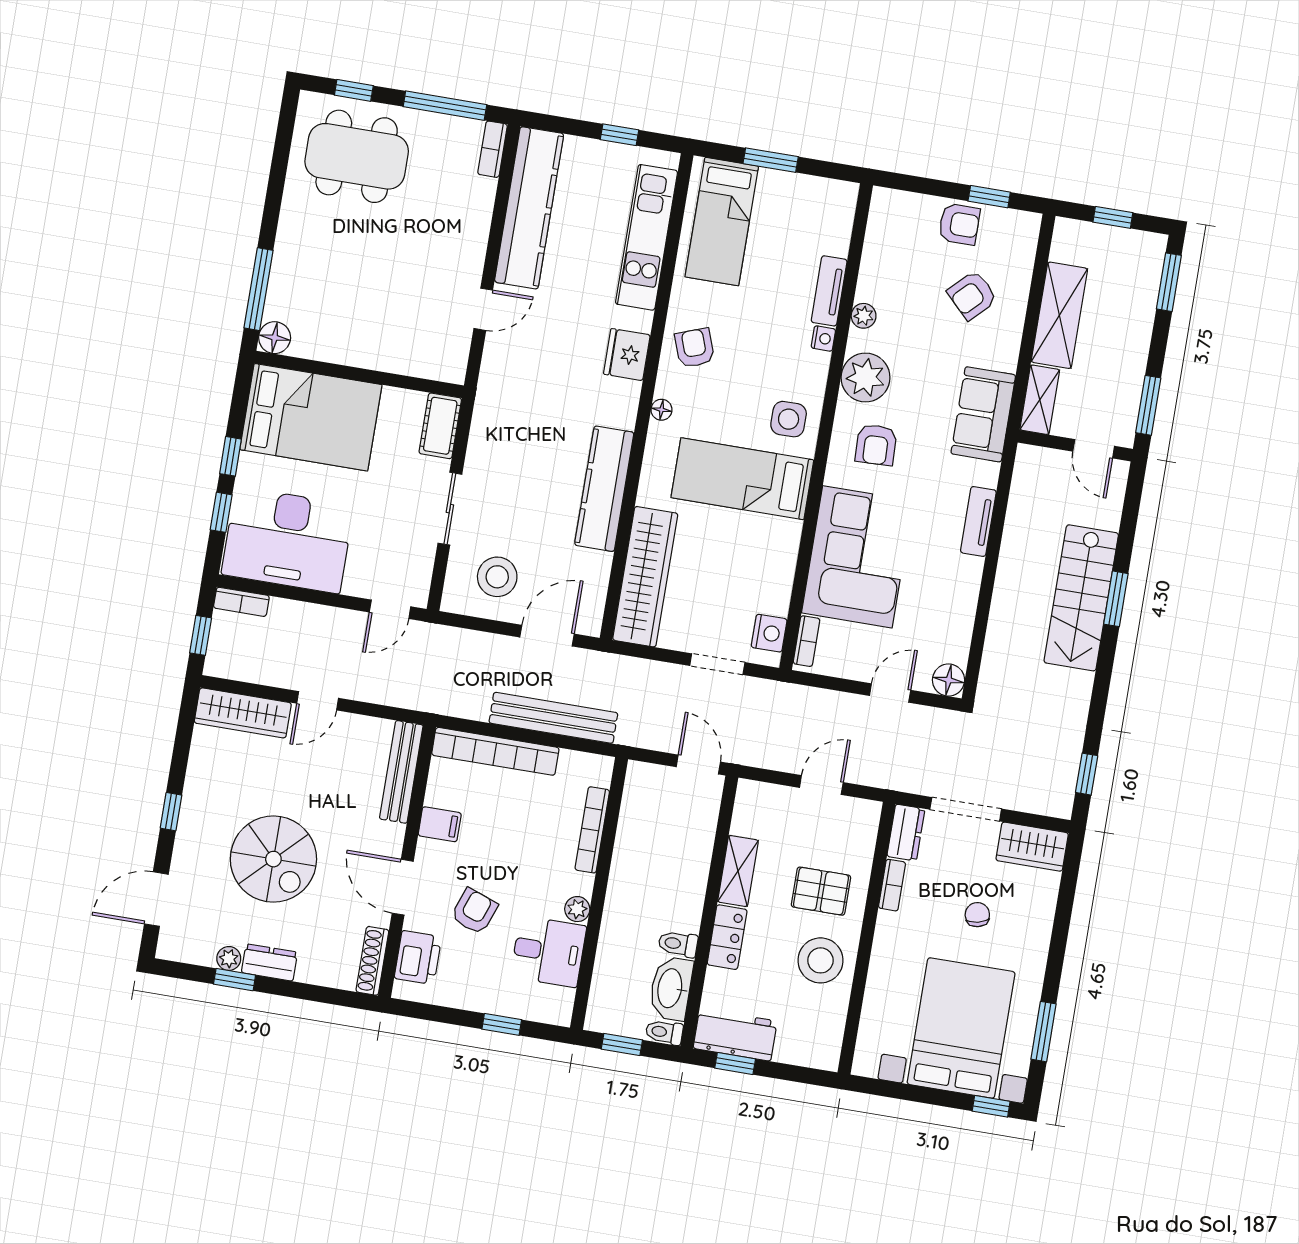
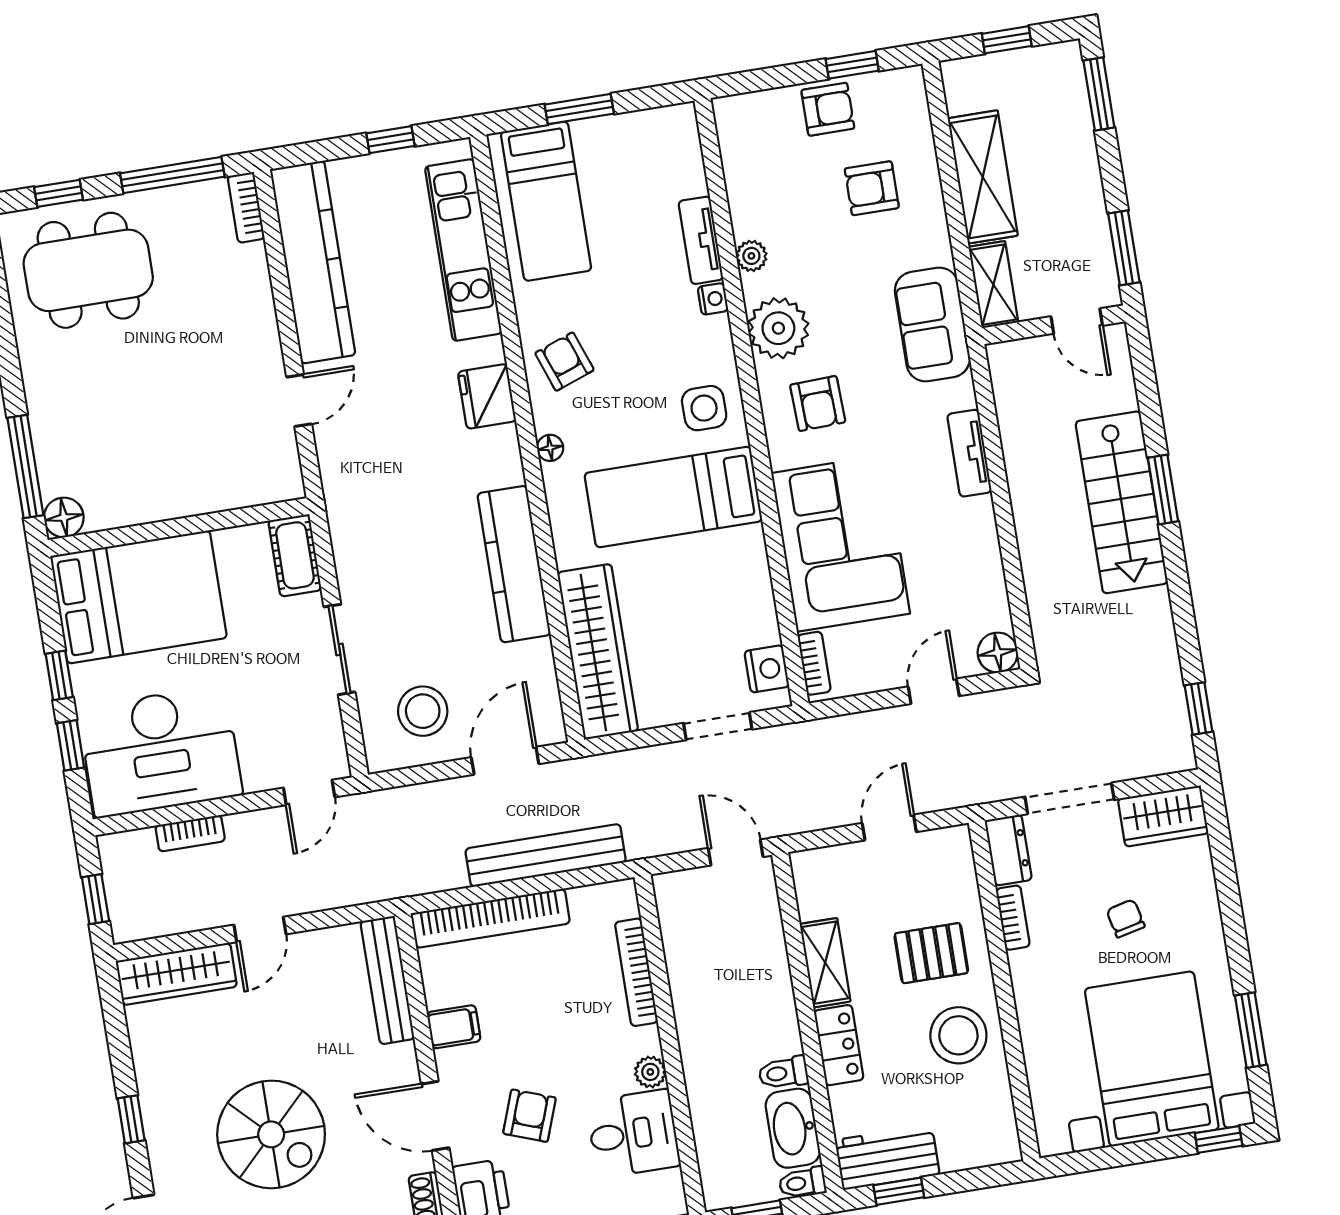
armchair: (972, 295) -> (872, 188), turned 45
bookcase: (241, 602) -> (190, 833), moved

